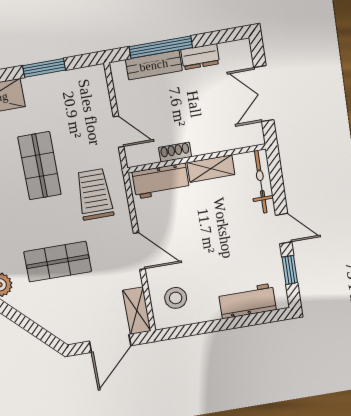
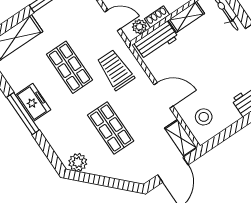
plant: (148, 155) -> (139, 27), added
shop shelf: (58, 262) -> (111, 128), turned 90

